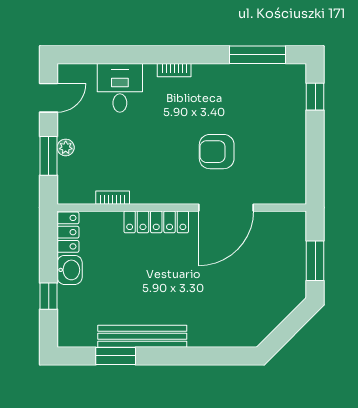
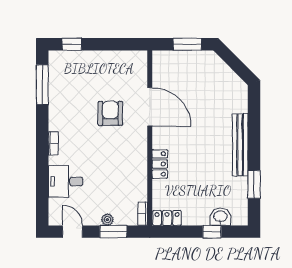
armchair: (217, 152) -> (110, 113), turned 180
bookcase: (113, 198) -> (143, 214), moved
locker: (156, 222) -> (160, 164), width x0.66
washbasin: (70, 270) -> (220, 217), moved
bench: (142, 336) -> (240, 145), moved

